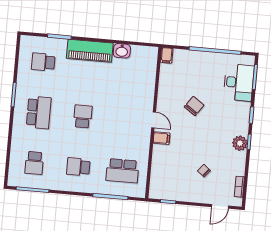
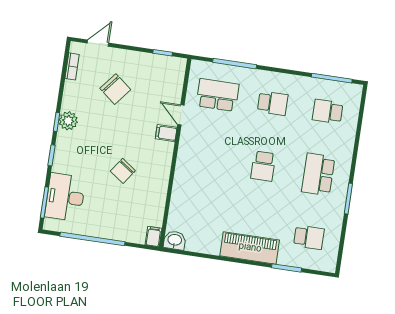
washbasin: (122, 51) -> (175, 240), moved
door: (154, 120) -> (181, 115), moved
school desk: (34, 163) -> (328, 111), turned -90
chair: (204, 171) -> (115, 89), width x1.87, depth x1.87

